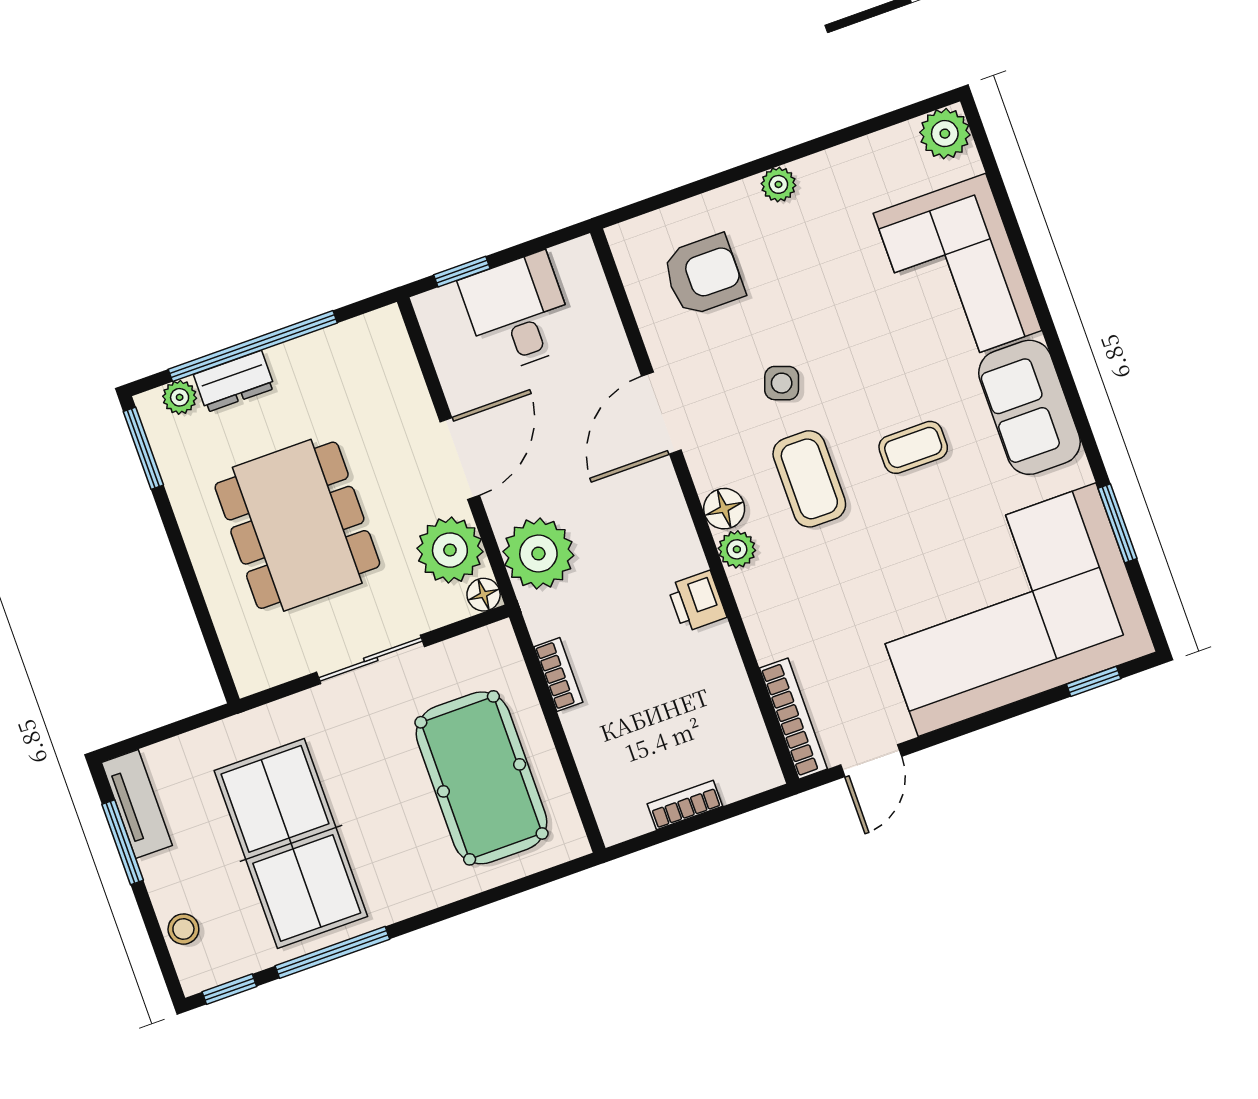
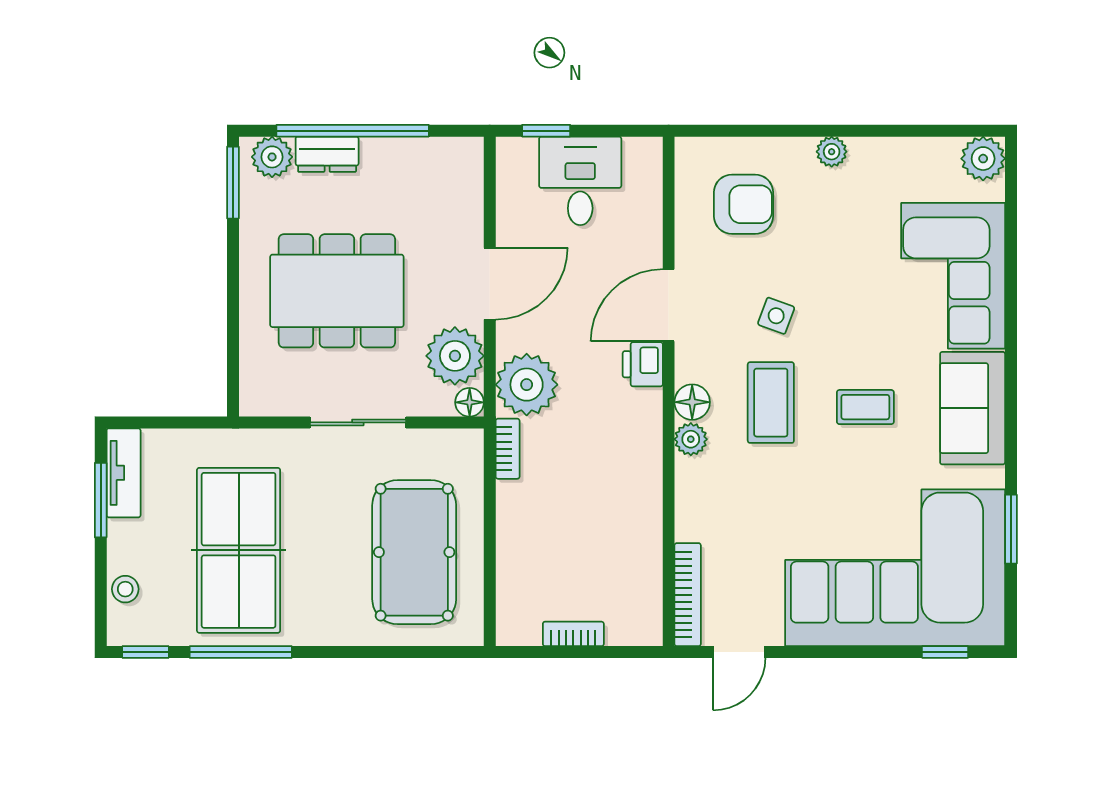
plant: (180, 397) -> (272, 157), width x1.38, depth x1.38
dining table: (297, 525) -> (337, 291), turned 90
printer: (697, 601) -> (643, 364), moved
bookcase: (558, 674) -> (508, 449), moved

